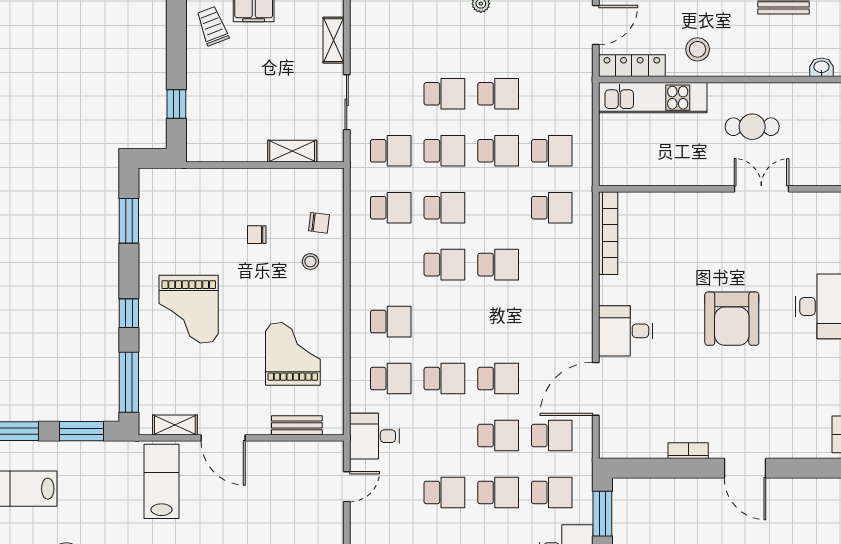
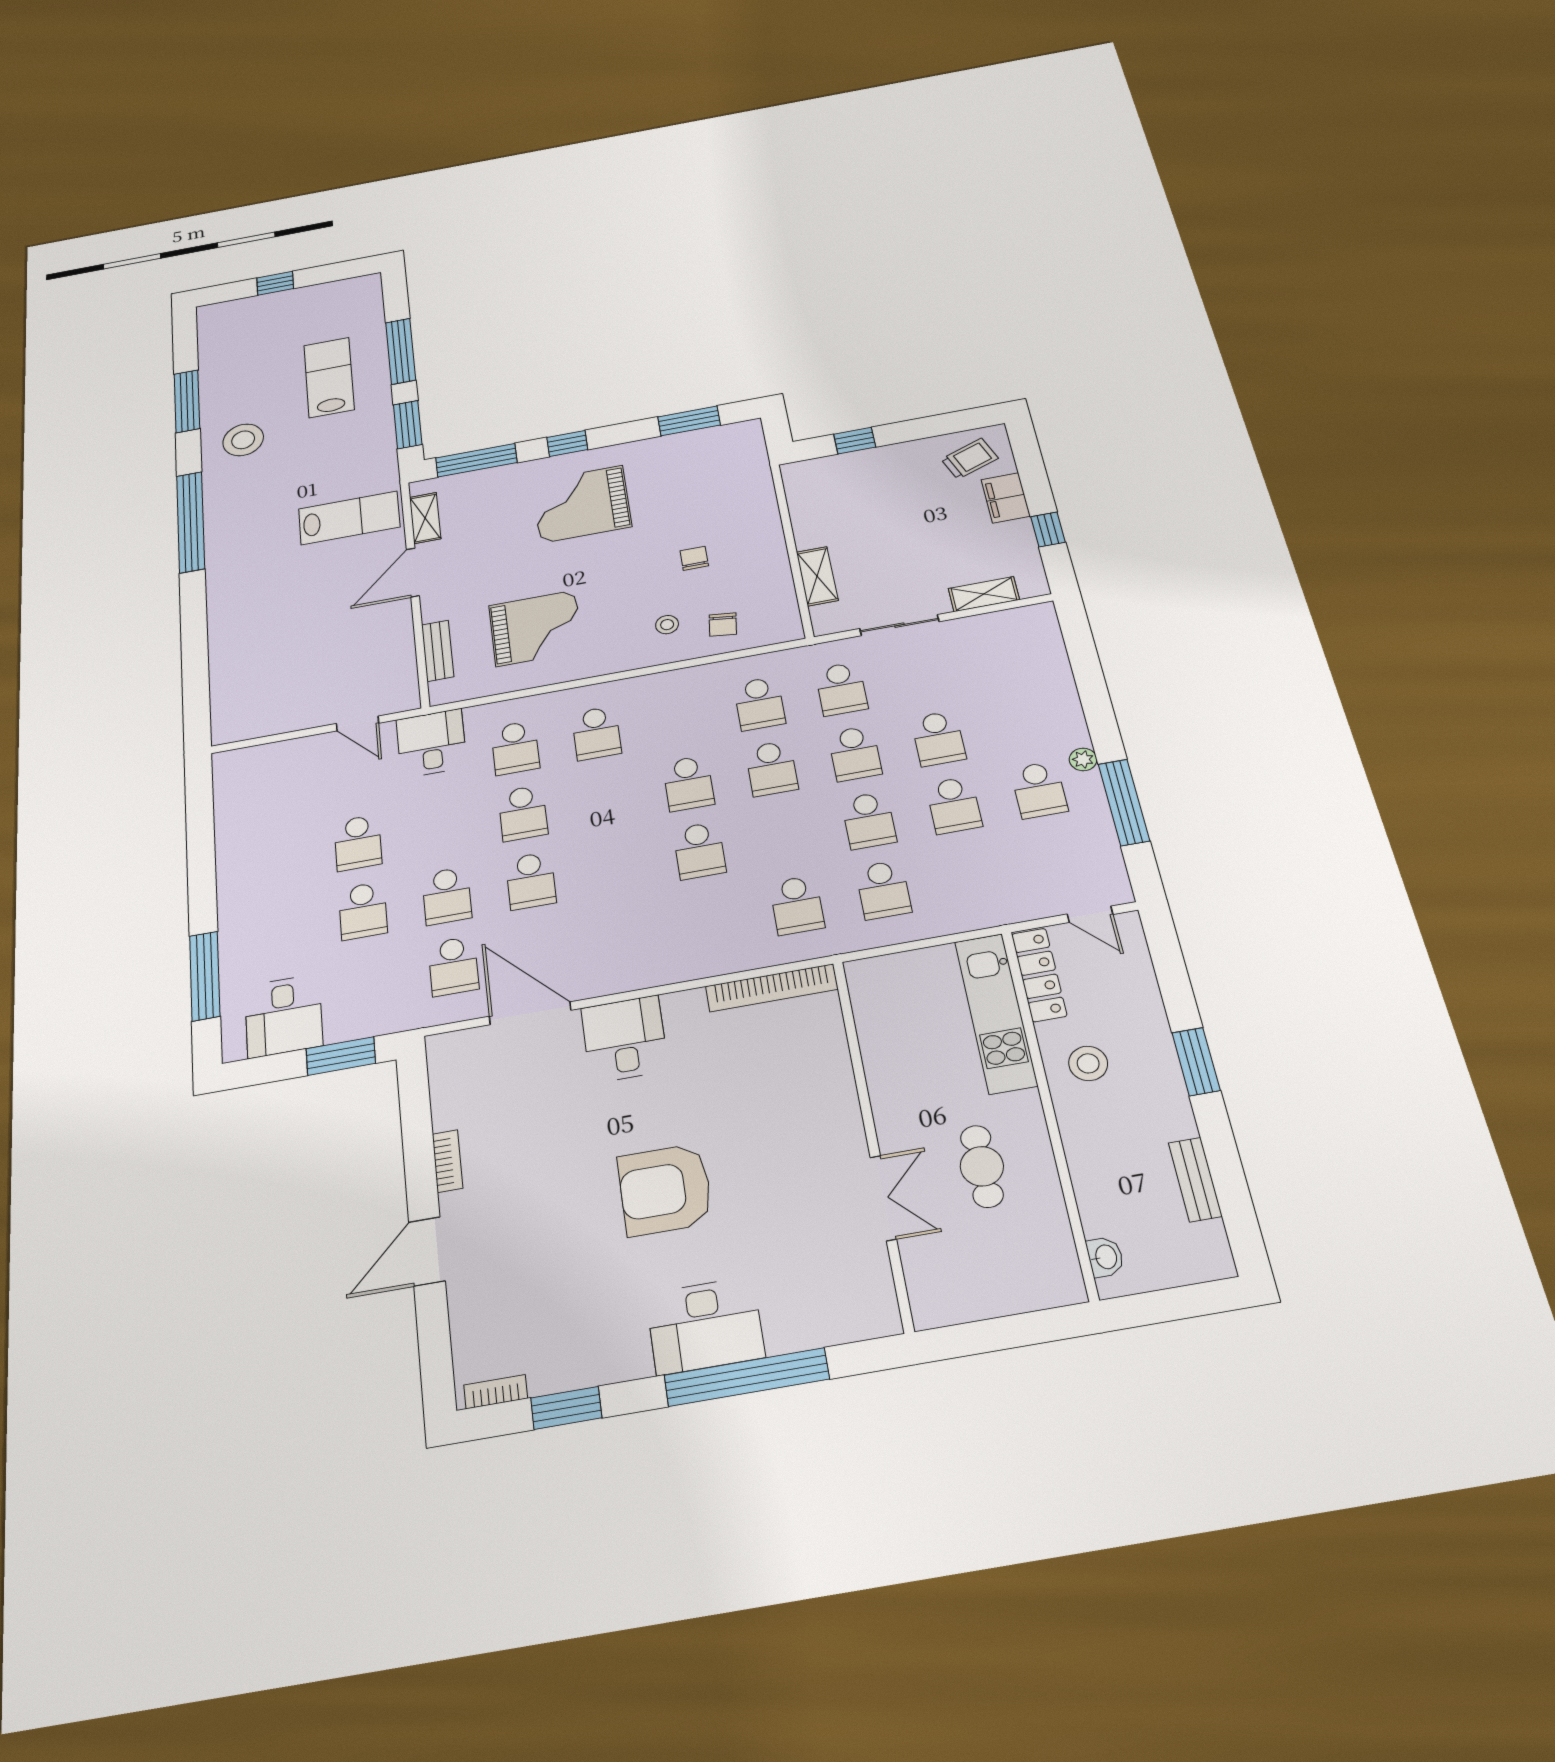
door: (596, 25) -> (1090, 914), width x0.73
school desk: (552, 492) -> (1039, 790), moved

